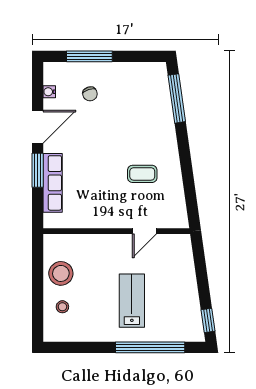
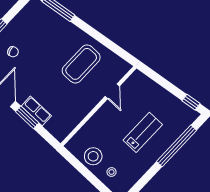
coffee table: (142, 174) -> (81, 64), width x1.86, depth x1.72
row of seats: (53, 183) -> (36, 111), width x0.68
lab bench: (132, 301) -> (143, 132), turned 90

